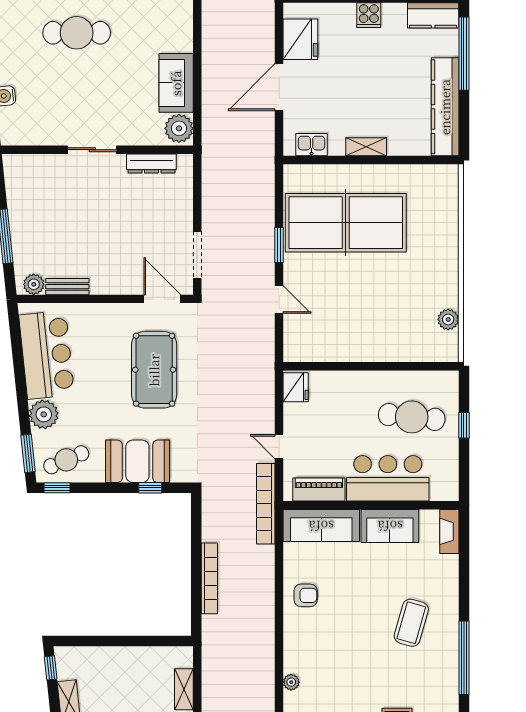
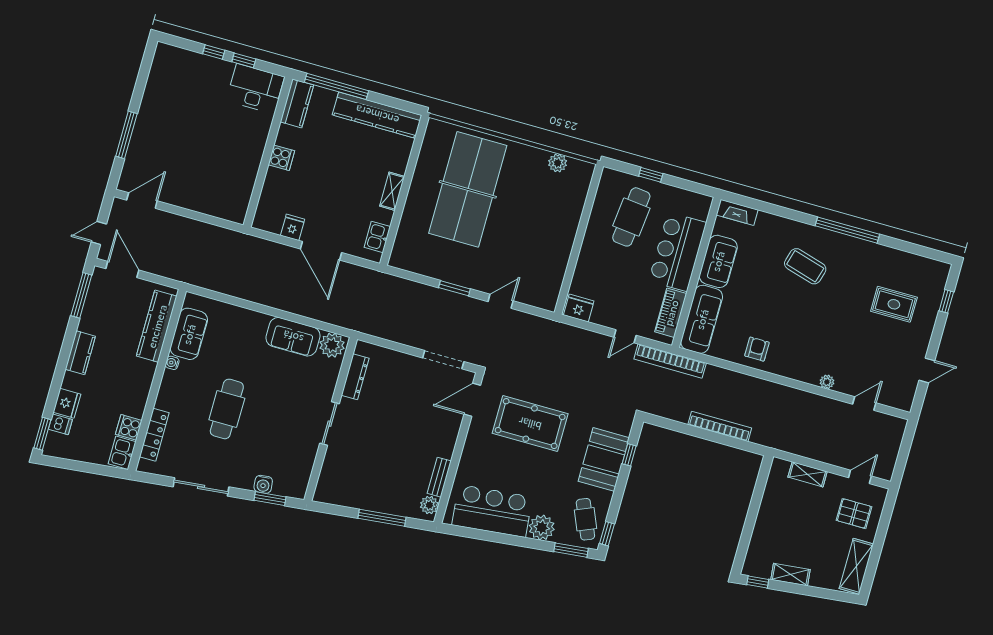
fridge: (300, 39) -> (293, 227), width x0.53, depth x0.75
table tennis table: (346, 223) -> (468, 189), moved

